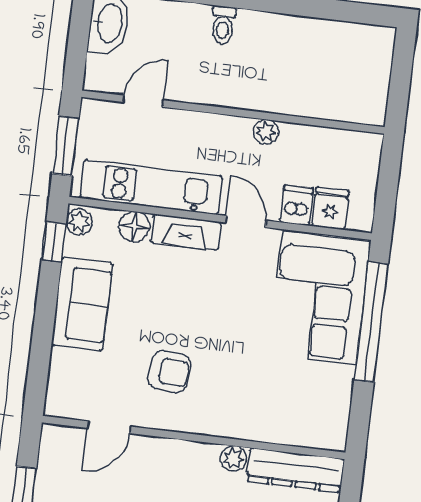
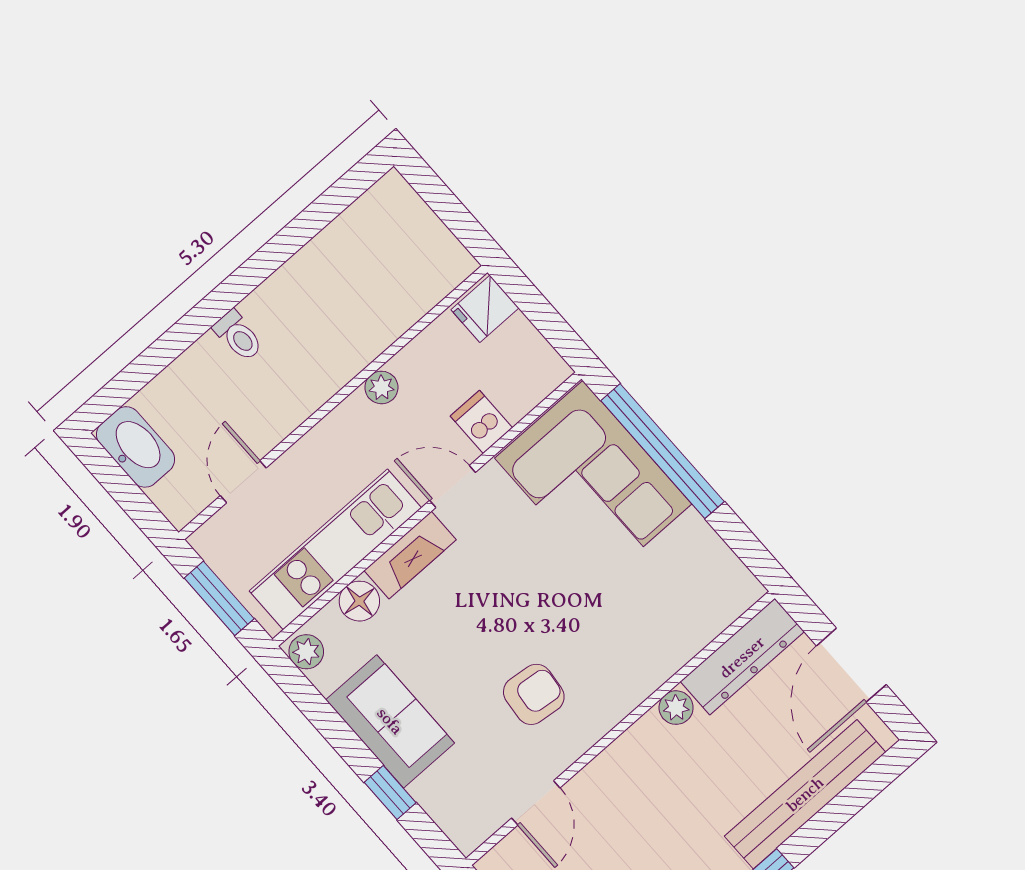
fridge: (330, 209) -> (485, 309), moved, turned -90
window: (54, 242) -> (390, 793), moved

